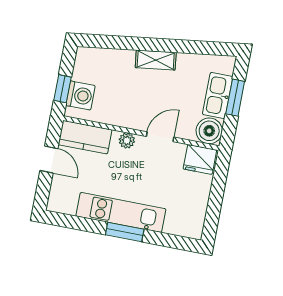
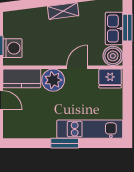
plant: (127, 141) -> (53, 80), width x1.88, depth x1.88
kitchen unit: (121, 212) -> (90, 129), moved

